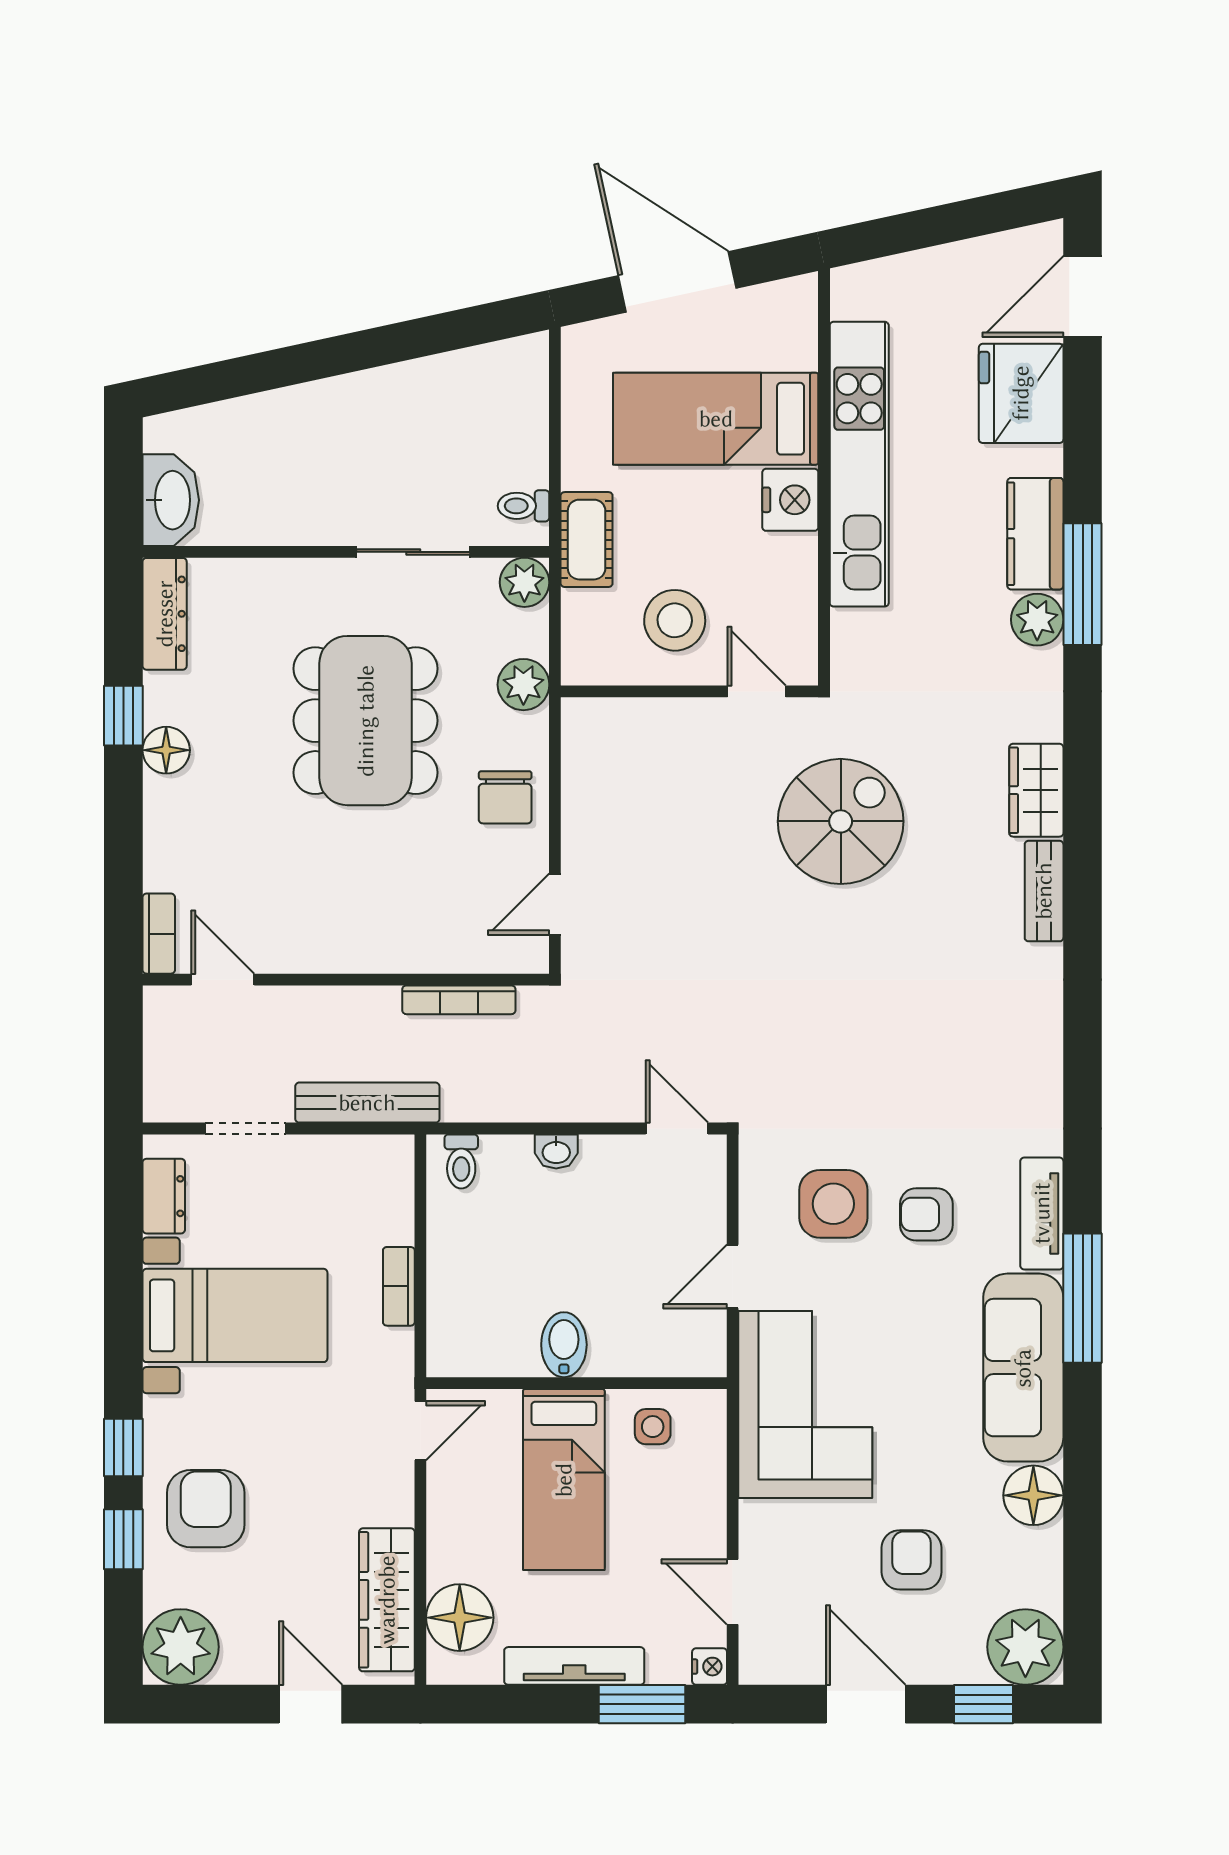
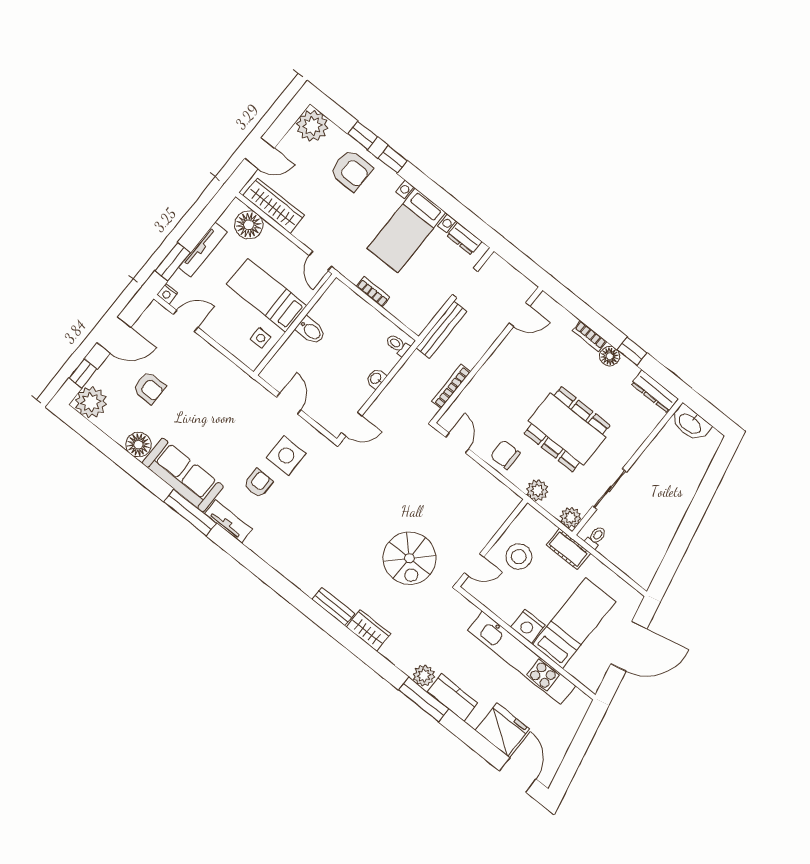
bookcase: (159, 934) -> (589, 336), moved
corner sofa: (805, 1405) -> (228, 394), removed

